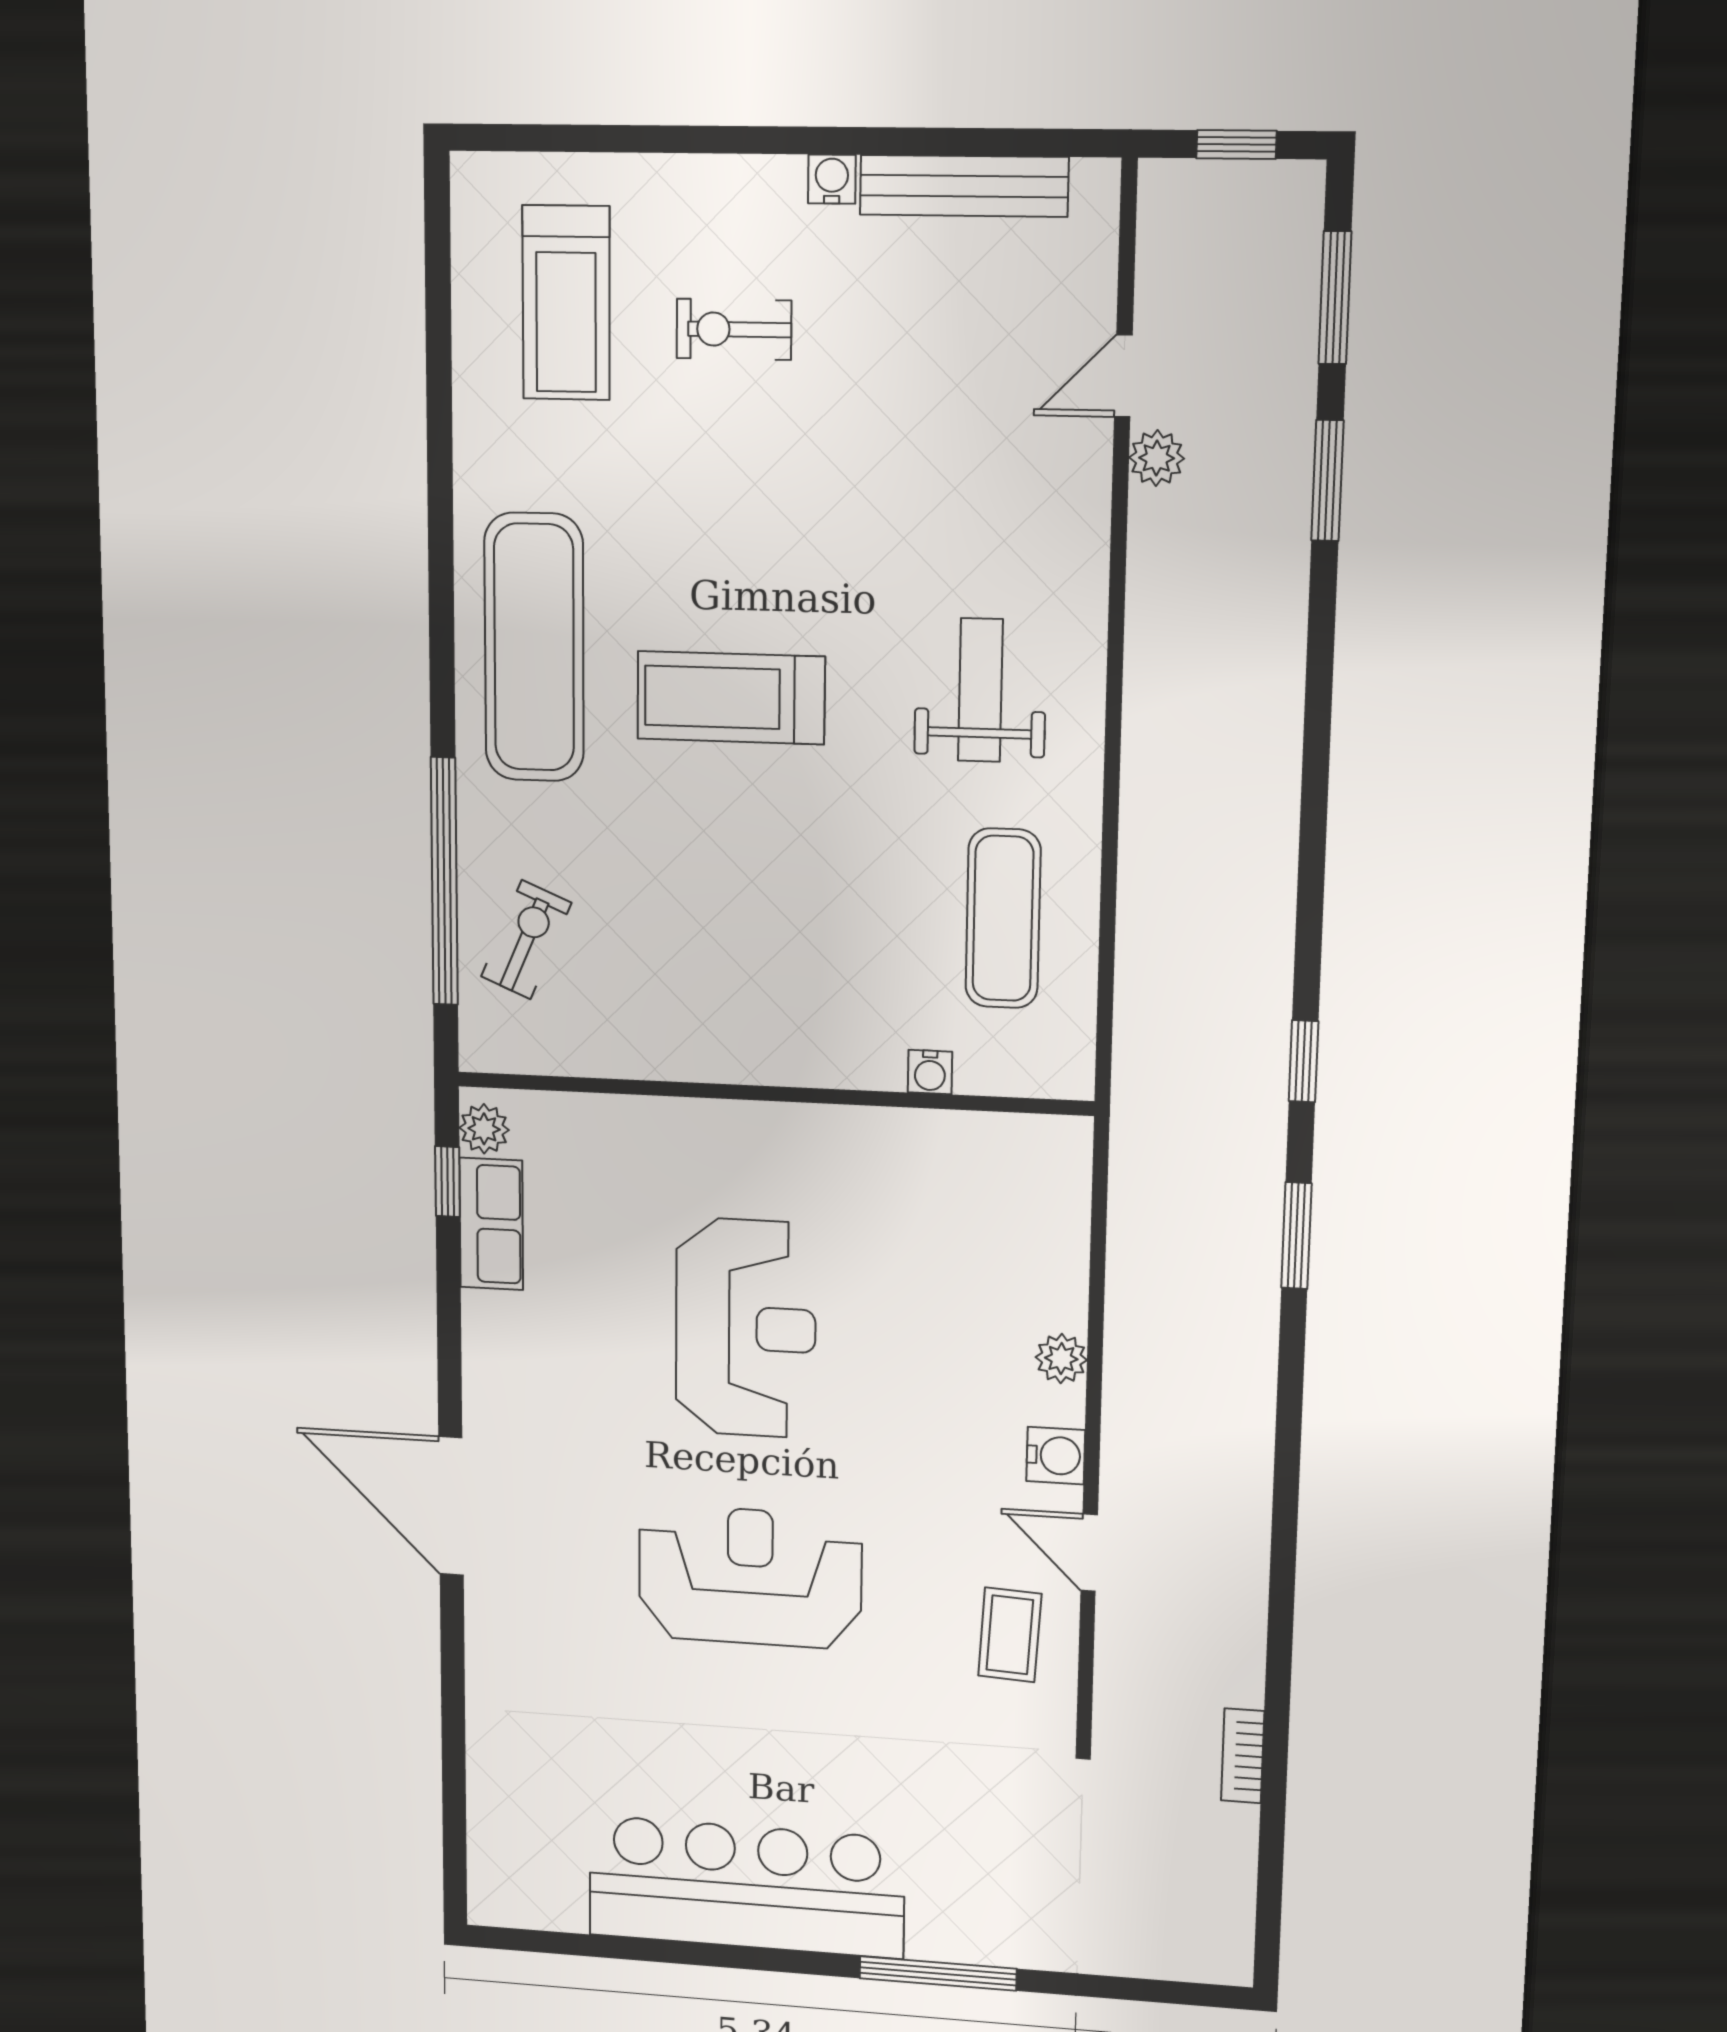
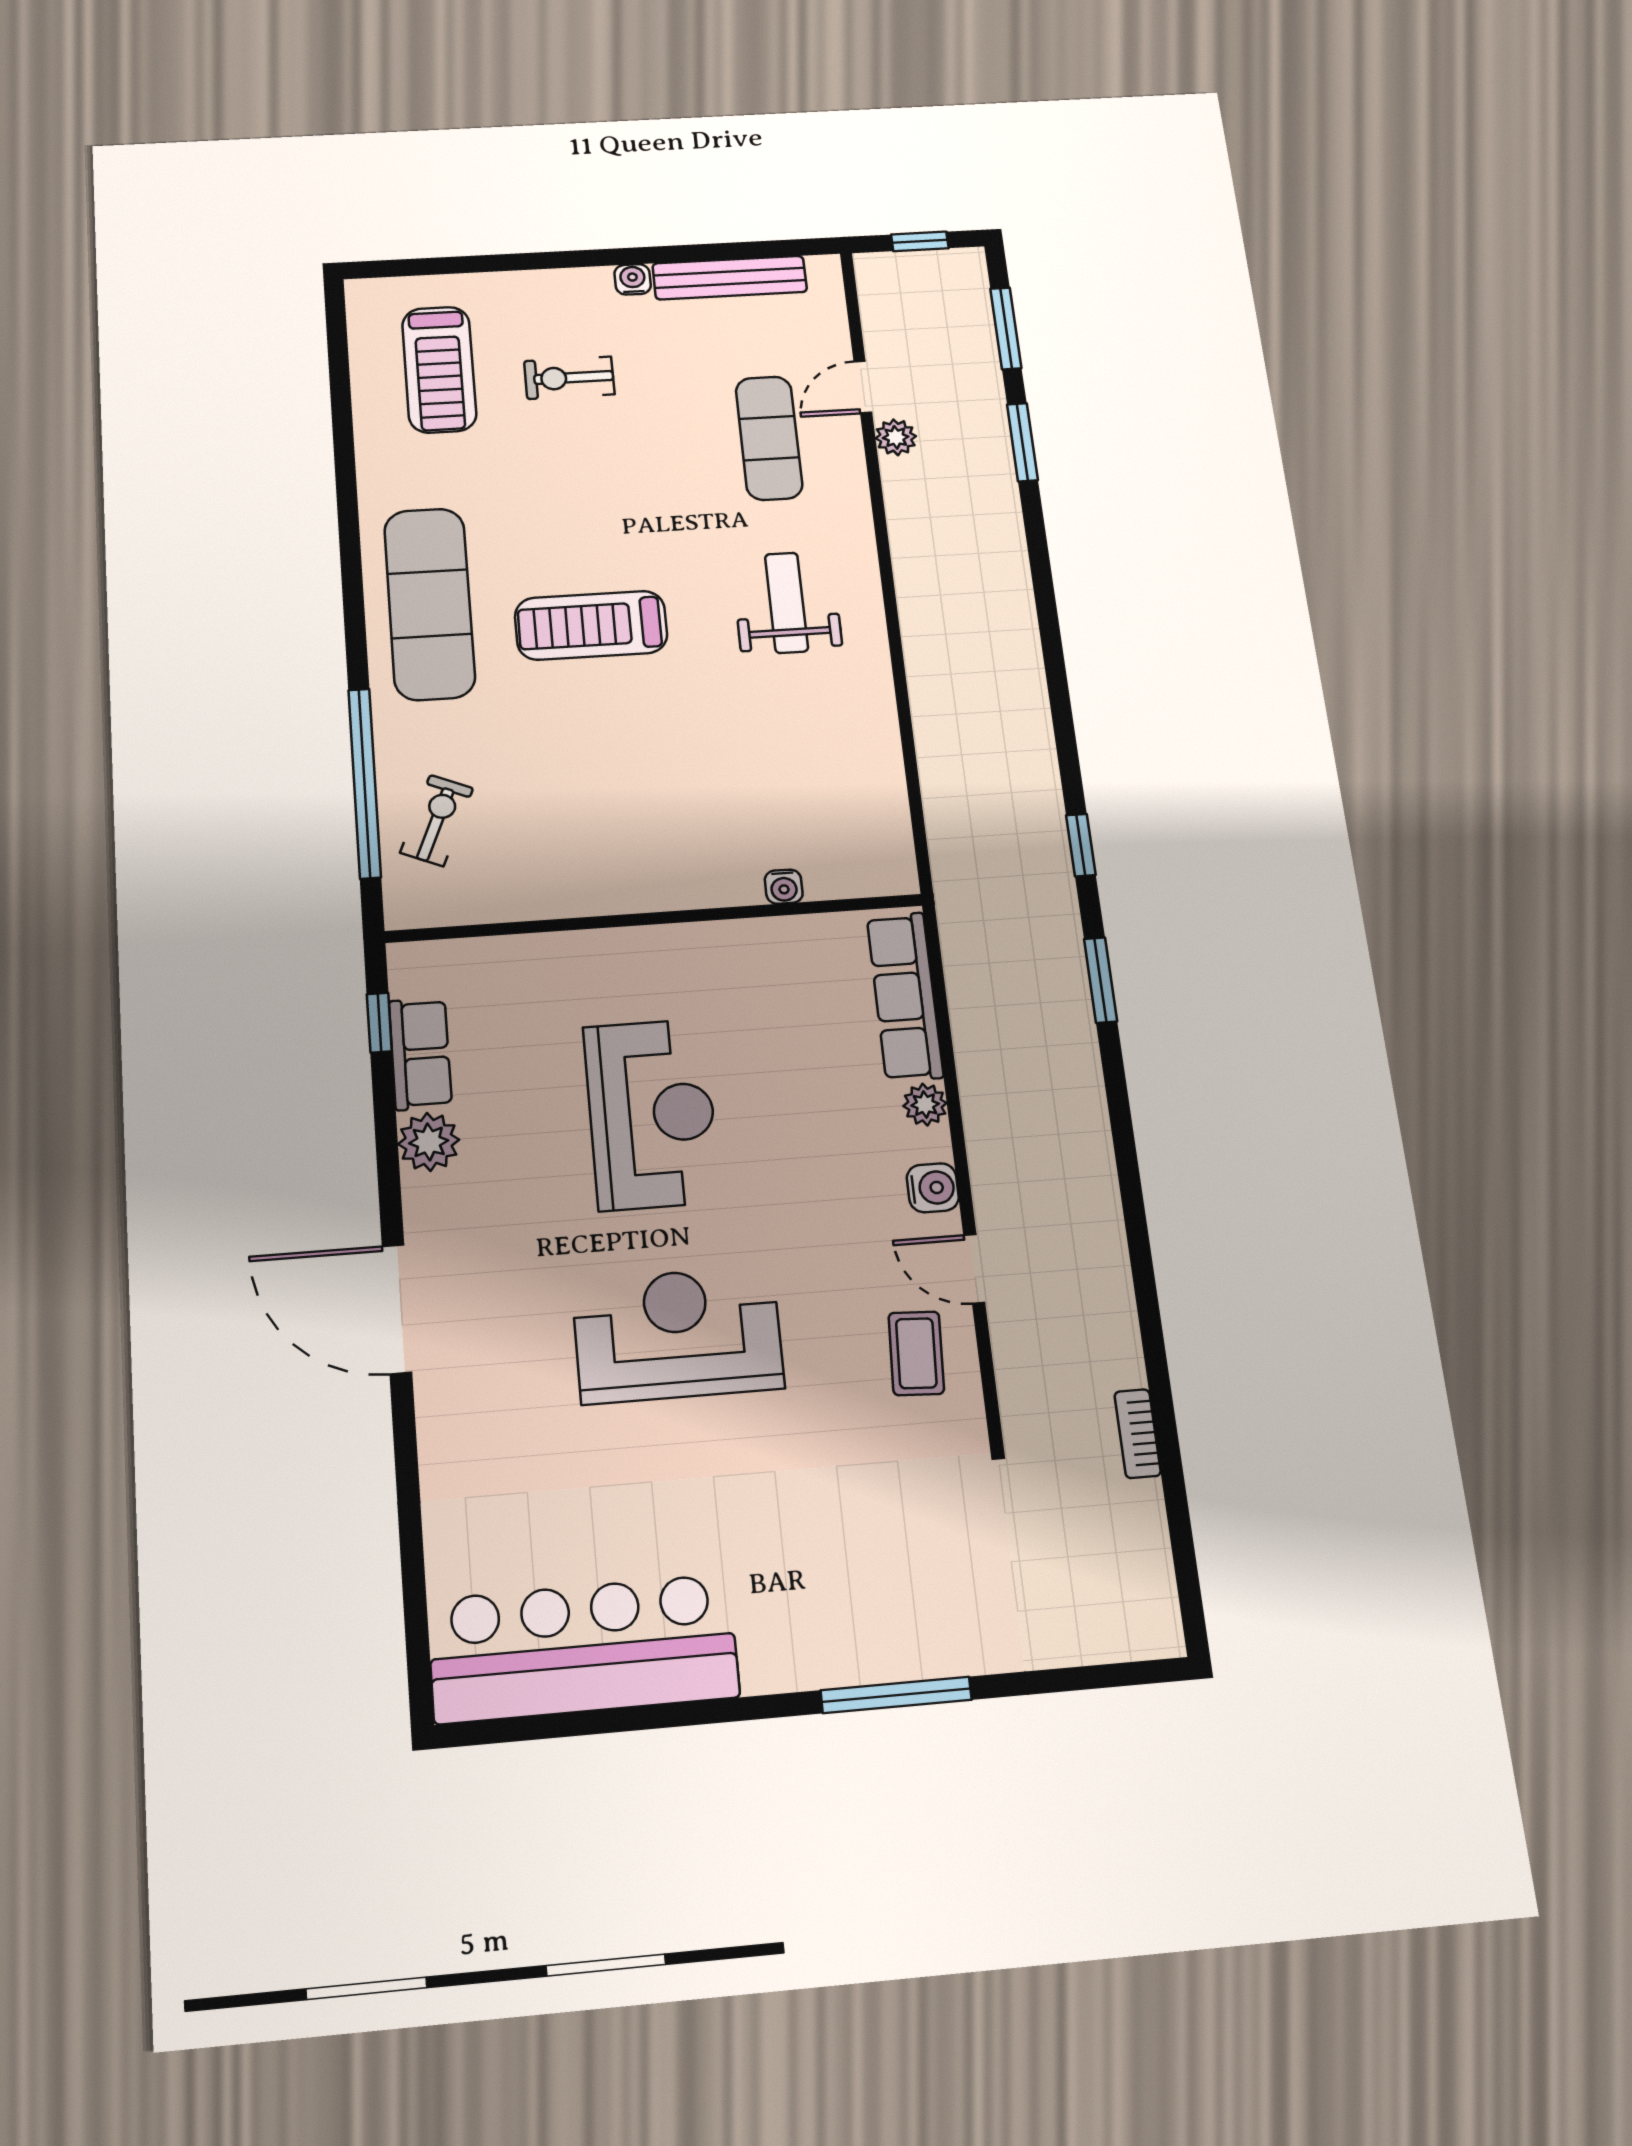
exercise mat: (1003, 918) -> (769, 438), moved
plant: (484, 1129) -> (429, 1142), moved, width x1.38, depth x1.38
row of seats: (1057, 1226) -> (905, 996), added
bar counter: (746, 1887) -> (583, 1648), moved

